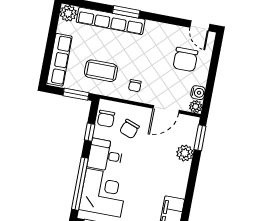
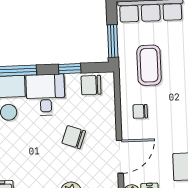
door: (166, 109) -> (120, 157), swing flipped
chair: (129, 129) -> (74, 137), moved

